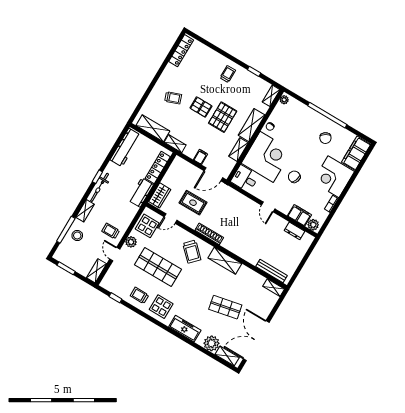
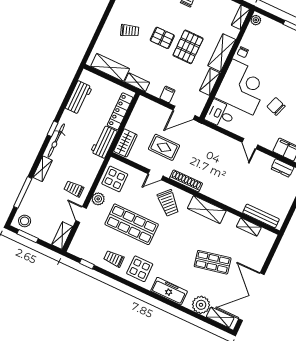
workbench: (125, 148) -> (79, 98), width x0.73
door: (171, 218) -> (156, 175), moved
stool: (77, 236) -> (25, 221), moved
shelving: (274, 288) -> (249, 227), moved

